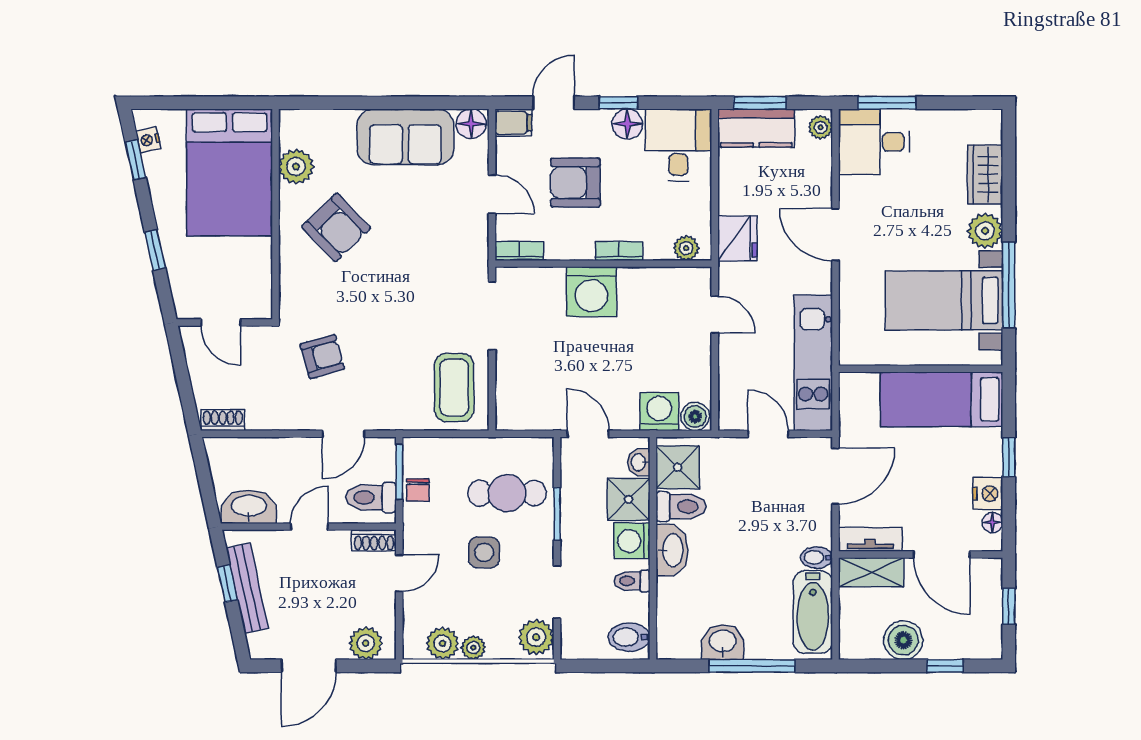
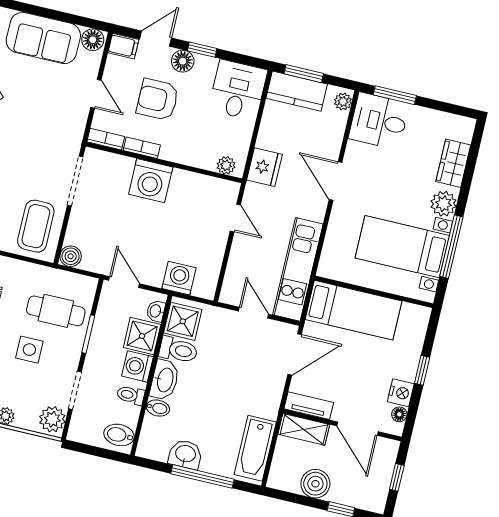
floor lamp: (627, 124) -> (183, 61), moved
bookcase: (619, 251) -> (142, 148), moved
bed: (942, 399) -> (354, 310), moved, turned 180
boiler: (695, 416) -> (71, 256), moved
bidet: (816, 557) -> (158, 408), moved, turned 180

